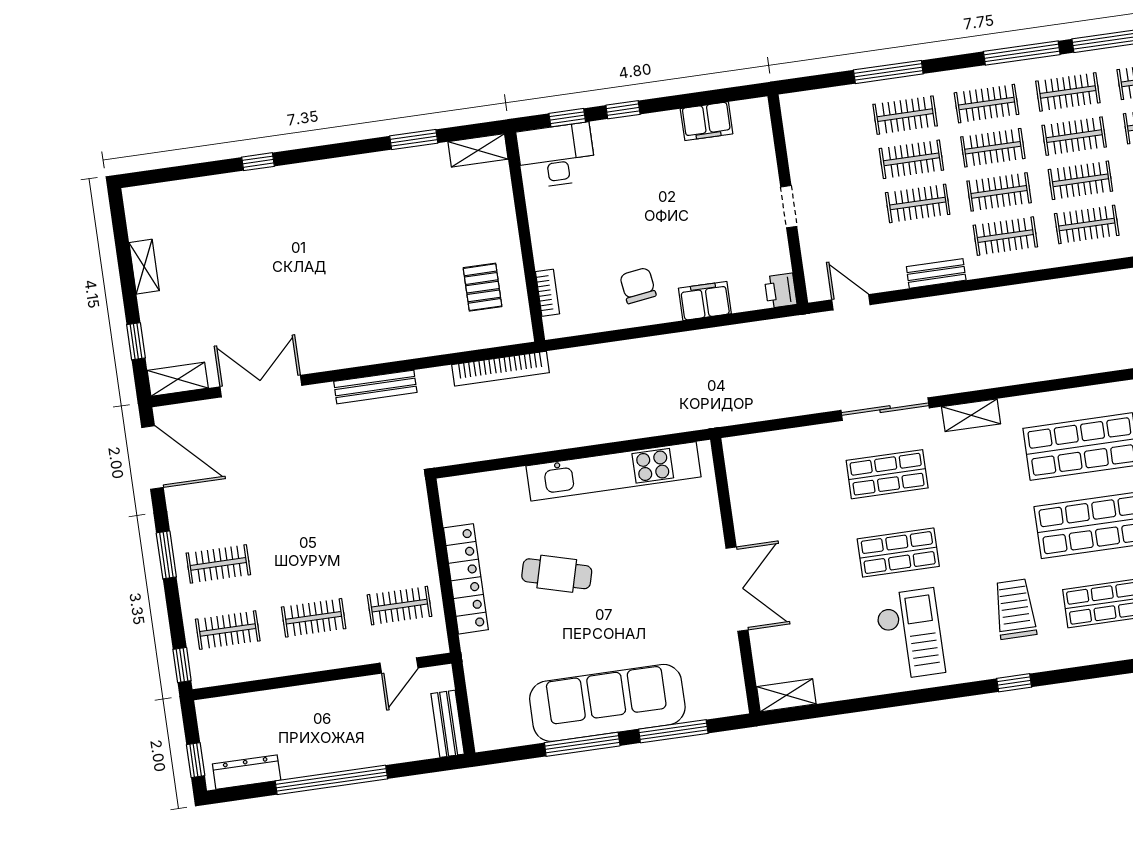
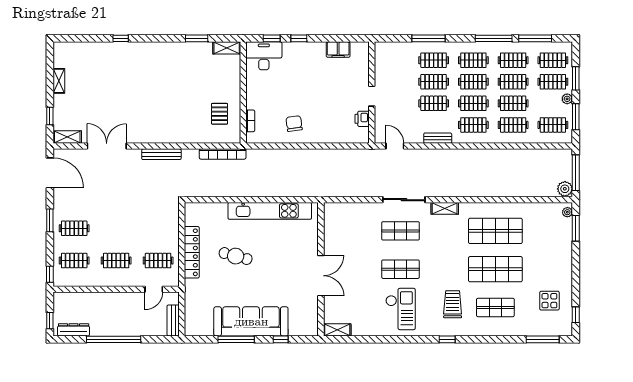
printer: (781, 291) -> (362, 119), moved
filing cabinet: (705, 301) -> (325, 136), removed
window: (673, 731) -> (281, 339), width x0.46

